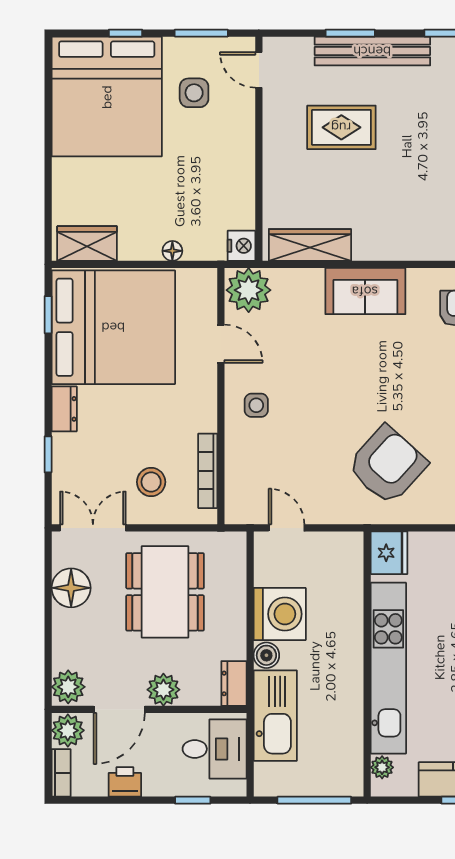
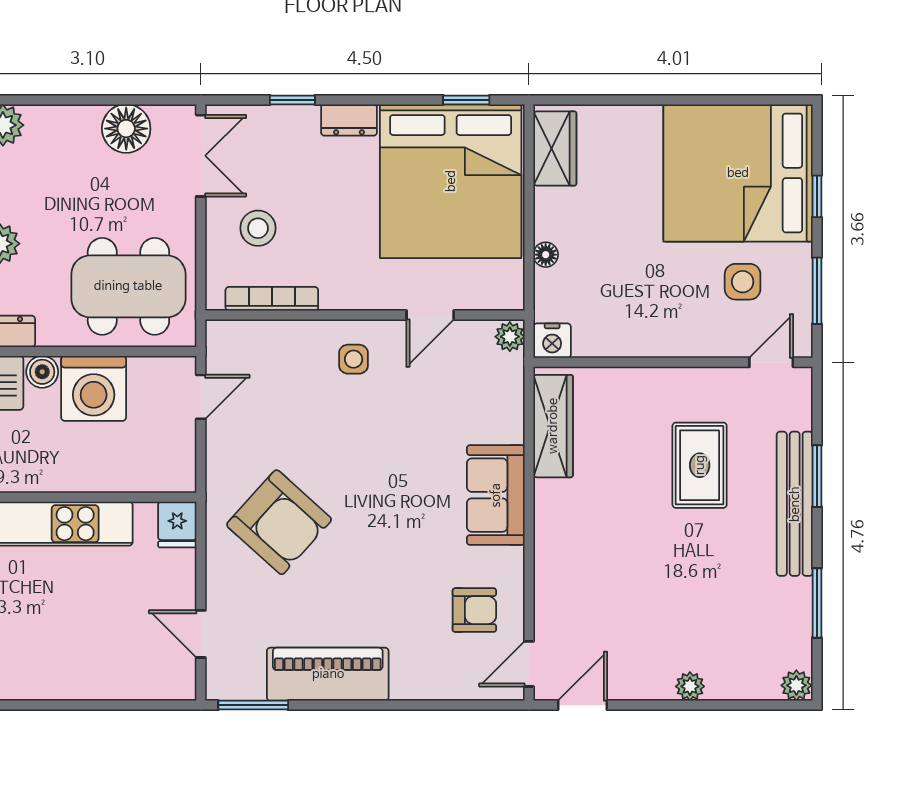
plant: (249, 290) -> (510, 337), width x0.53, depth x0.53
fridge: (389, 553) -> (177, 525), width x0.72
dining table: (165, 592) -> (128, 286), moved

